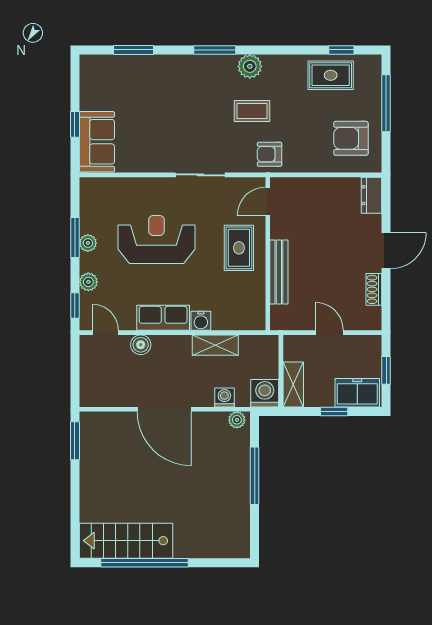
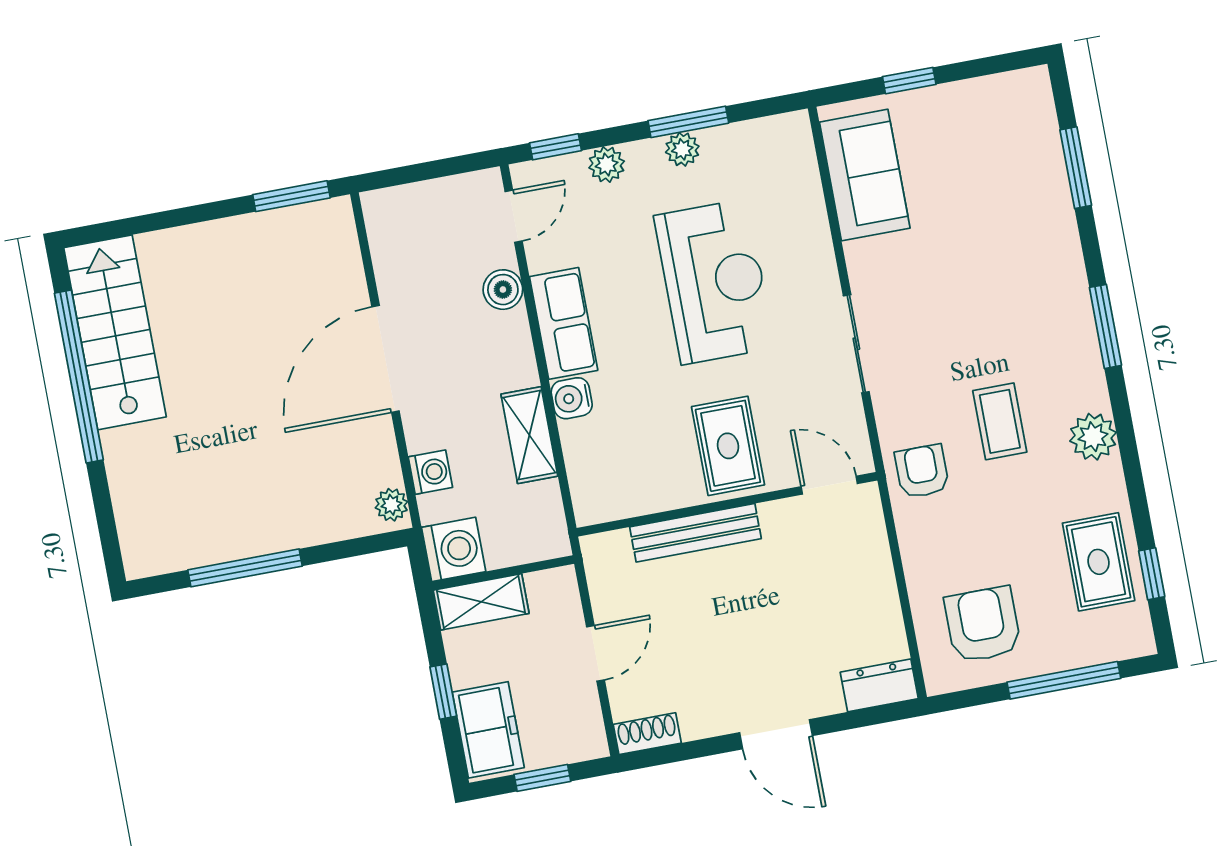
plant: (250, 66) -> (1093, 437), moved
sofa: (97, 142) -> (865, 175), moved, turned -90
rug: (239, 248) -> (728, 446), turned 90
shoe rack: (374, 289) -> (647, 734), moved
window: (255, 476) -> (245, 568), moved

